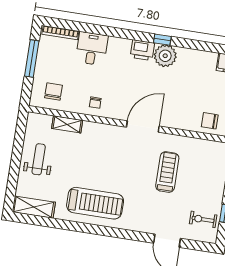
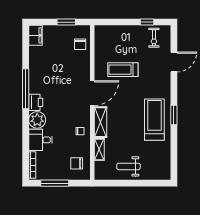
window: (162, 40) -> (26, 89), width x3.17
plant: (165, 56) -> (37, 120), moved
door: (143, 127) -> (92, 93), swing flipped
shelving: (34, 207) -> (101, 122), moved
window: (97, 230) -> (174, 115), added

